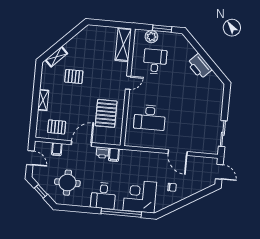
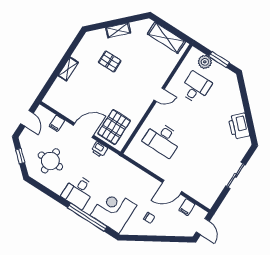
shelving: (123, 45) -> (166, 38), moved, turned 90
shelving: (56, 57) -> (118, 30), moved
printer: (200, 66) -> (239, 126), moved
pallet: (106, 113) -> (114, 127), moved
pallet: (57, 127) -> (68, 102), removed
sliding door: (223, 134) -> (236, 175), moved
door: (178, 153) -> (172, 187), hinge flipped
filing cabinet: (114, 155) -> (187, 207), moved

